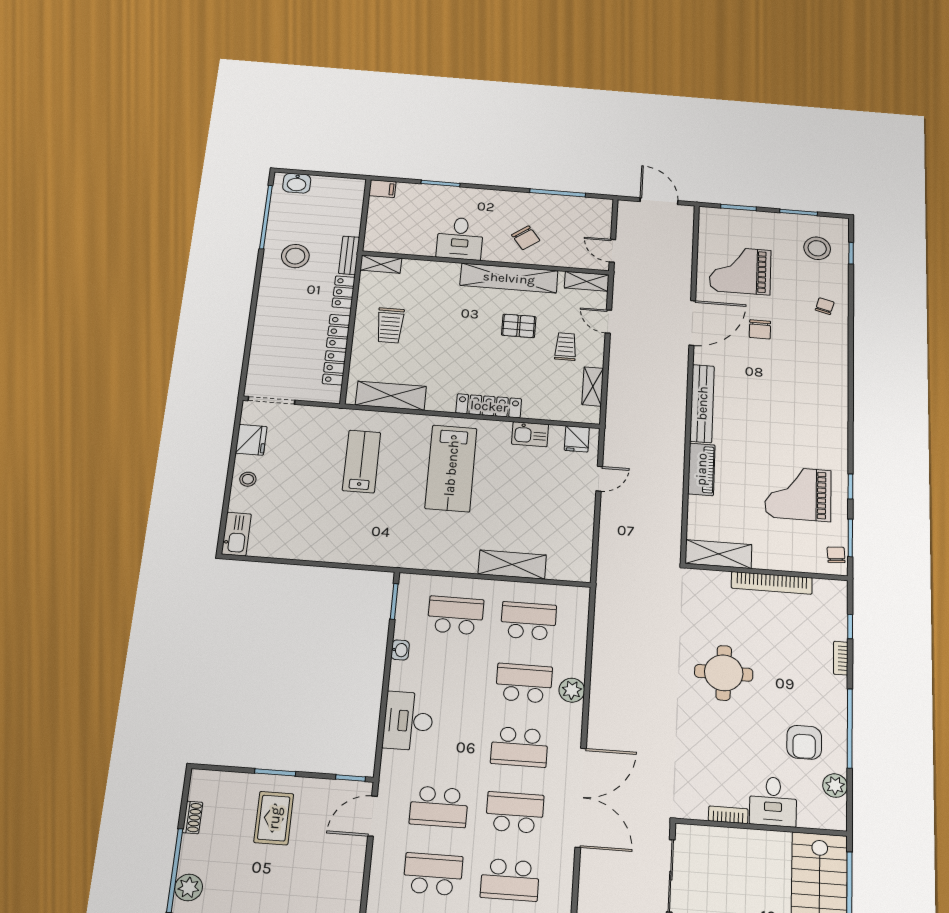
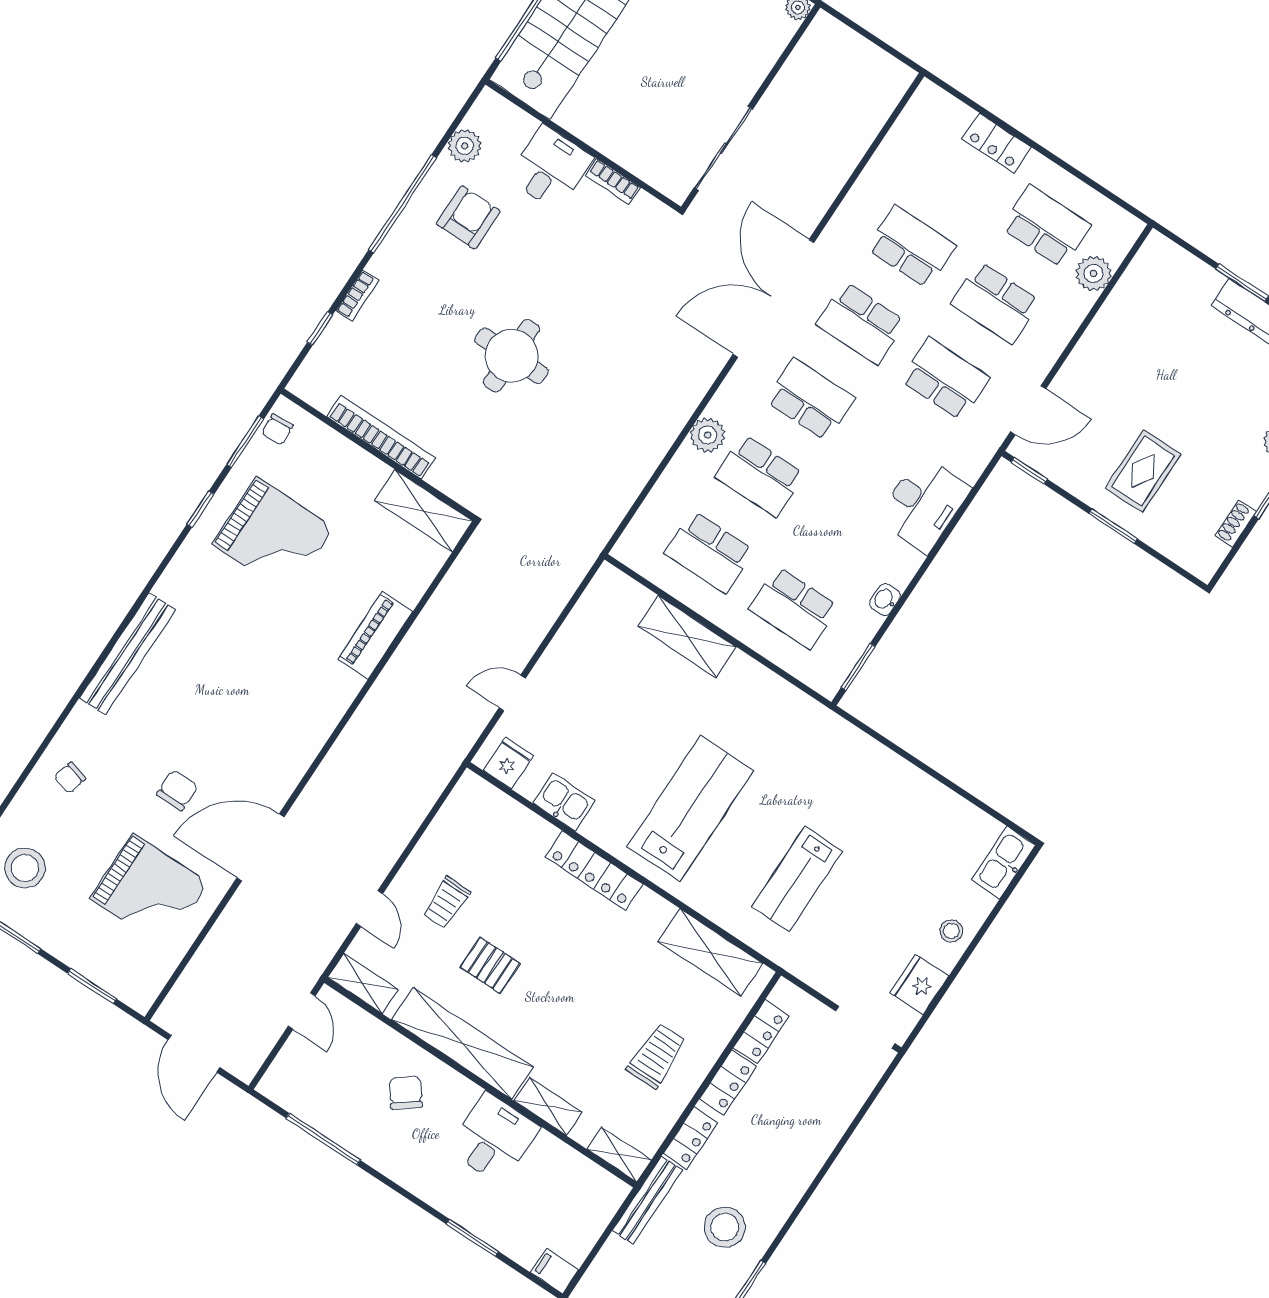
bench: (349, 255) -> (647, 1200), width x1.36
shelving: (593, 386) -> (548, 1107), moved, turned 90
bench: (702, 403) -> (127, 654), moved

